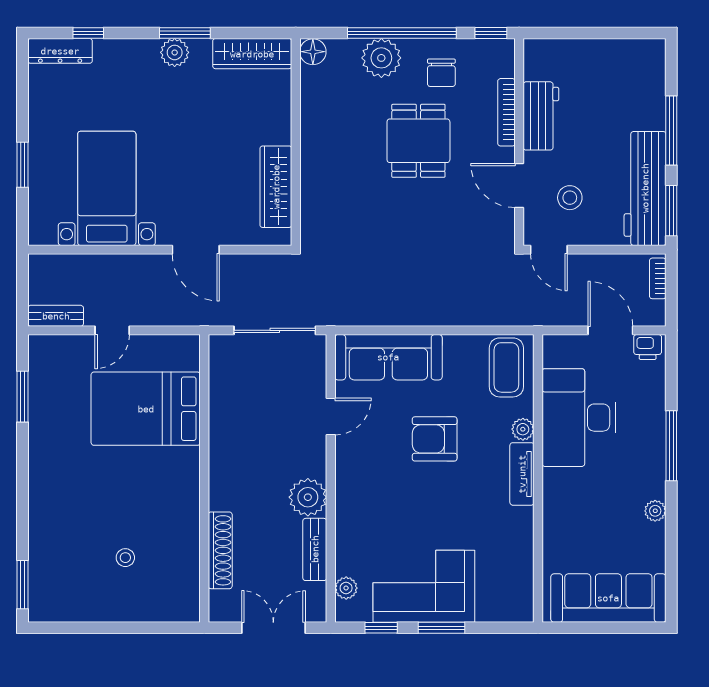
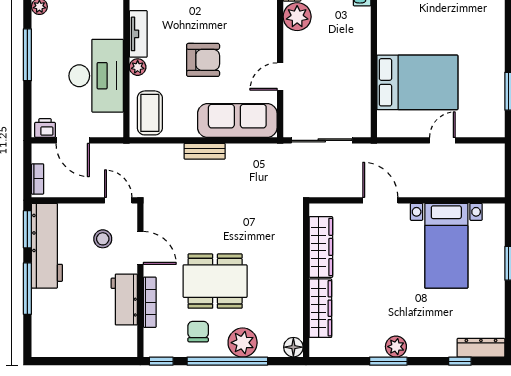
wardrobe: (252, 54) -> (320, 308), moved, turned 90
dining table: (418, 141) -> (215, 281), width x1.37
bench: (56, 316) -> (205, 151), moved

